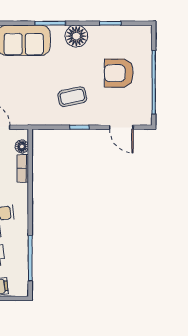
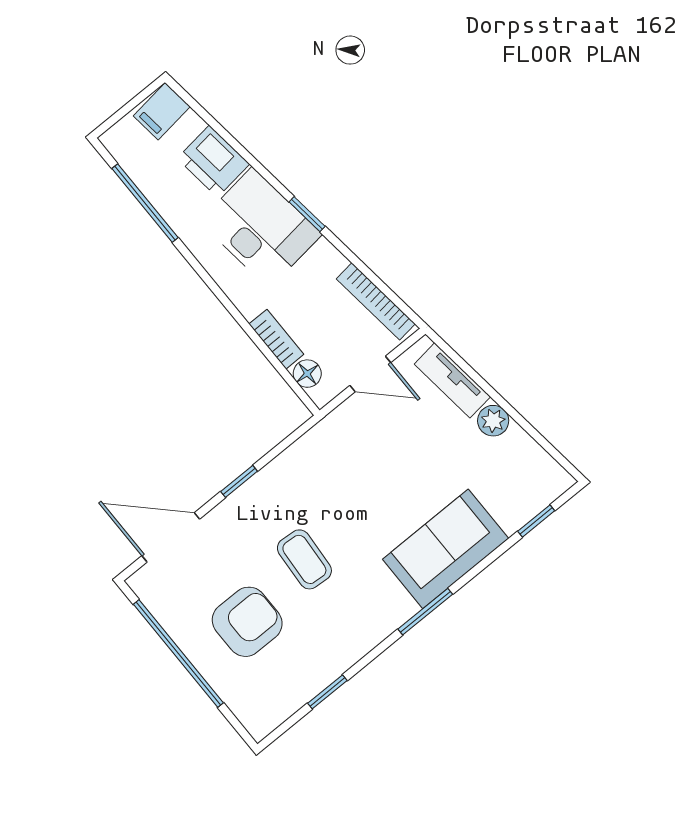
floor lamp: (76, 36) -> (366, 625), removed
coffee table: (72, 97) -> (304, 559), moved, turned -74
door: (121, 127) -> (171, 537), width x1.38

